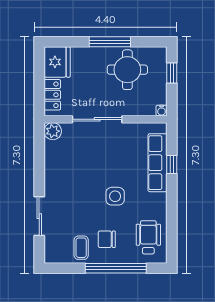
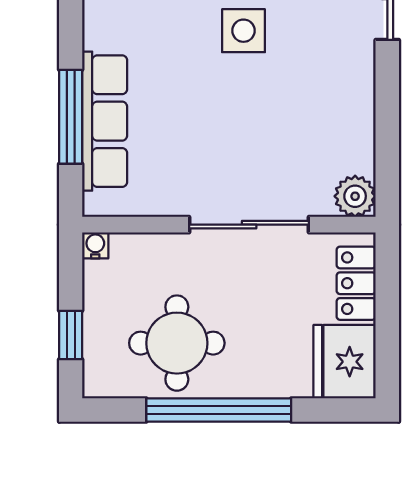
window: (110, 42) -> (219, 410), width x1.46
window: (172, 165) -> (71, 117), width x2.17
side table: (115, 196) -> (243, 31), moved

